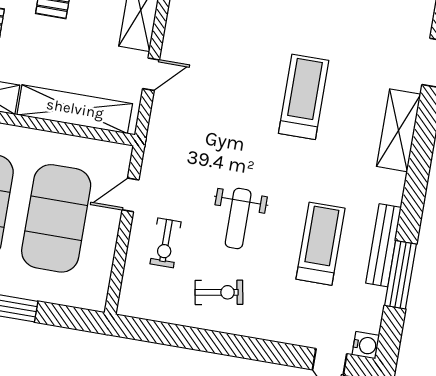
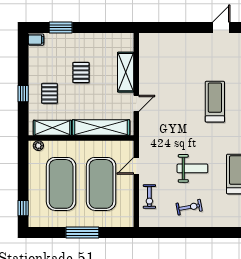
weight bench: (238, 218) -> (192, 168), turned -90
exercise bike: (166, 243) -> (149, 197), moved

